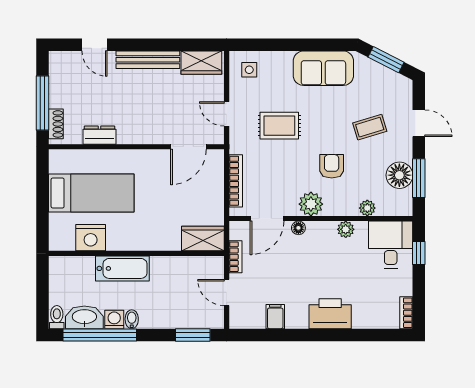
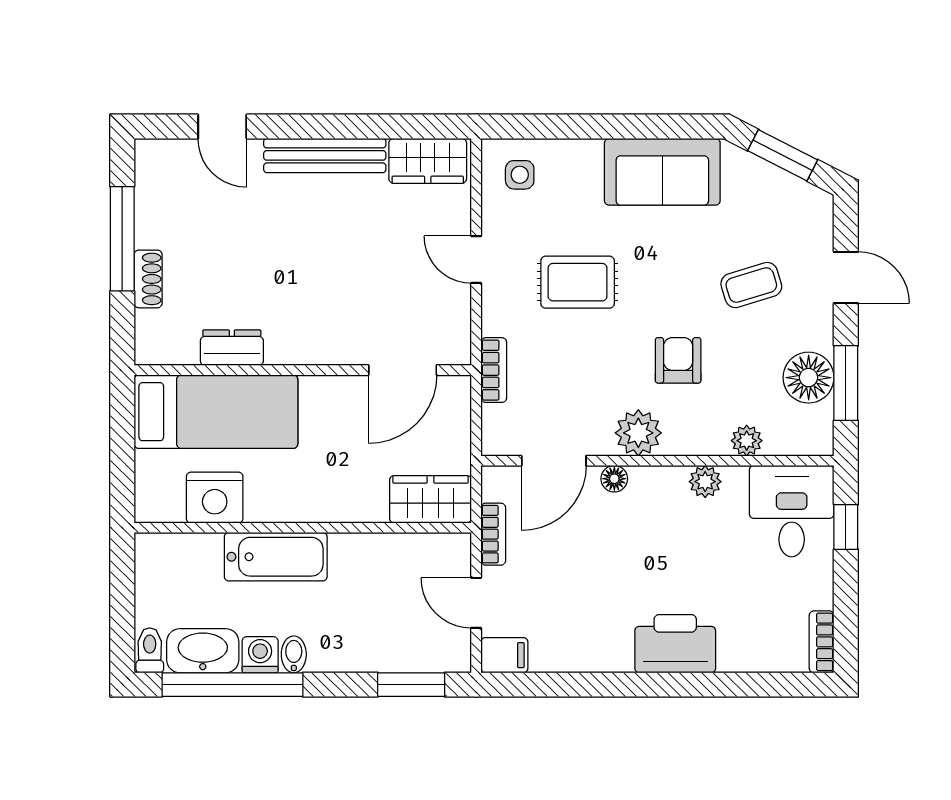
dresser: (99, 135) -> (232, 348), moved
wall: (136, 147) -> (303, 370), moved
door: (188, 147) -> (403, 370), moved
bookcase: (236, 181) -> (494, 370), width x0.64
filing cabinet: (275, 317) -> (504, 655), moved, turned 90

